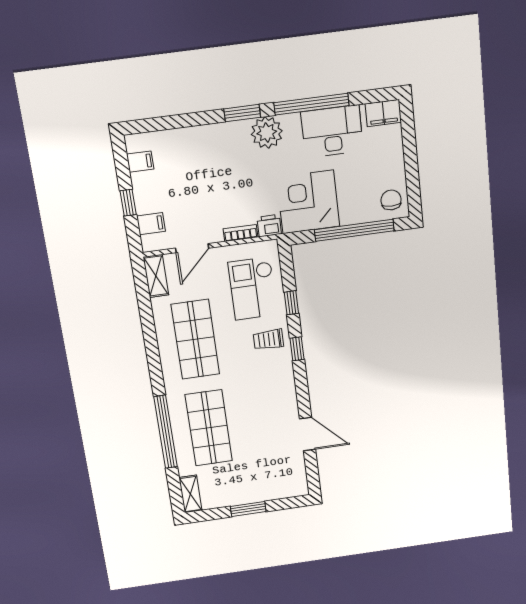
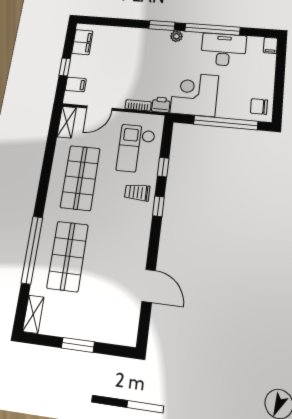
filing cabinet: (383, 113) -> (270, 45), width x0.50
plant: (267, 133) -> (176, 36), width x0.53, depth x0.53
filing cabinet: (140, 162) -> (82, 42), width x2.00
chair: (391, 200) -> (259, 107), turned -90

